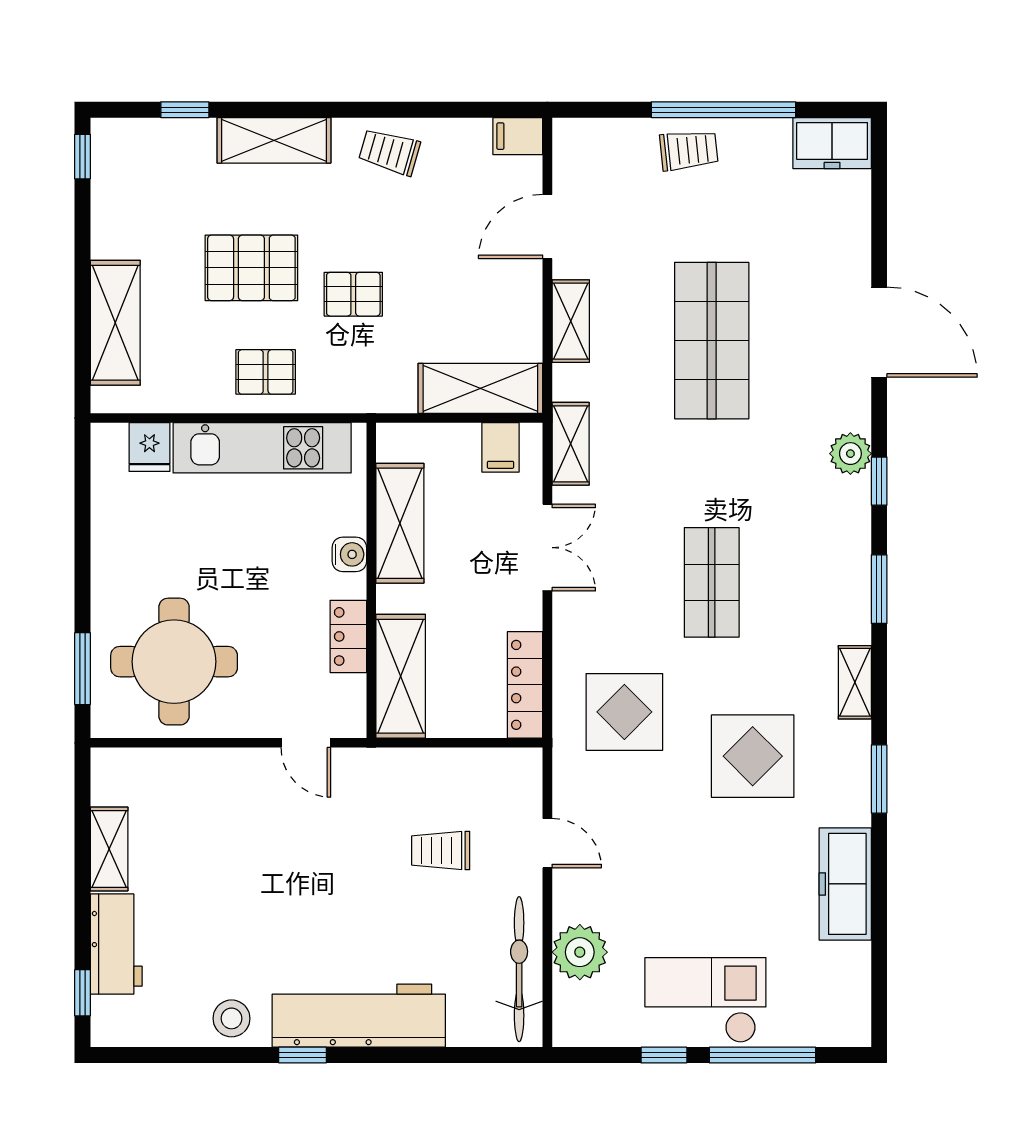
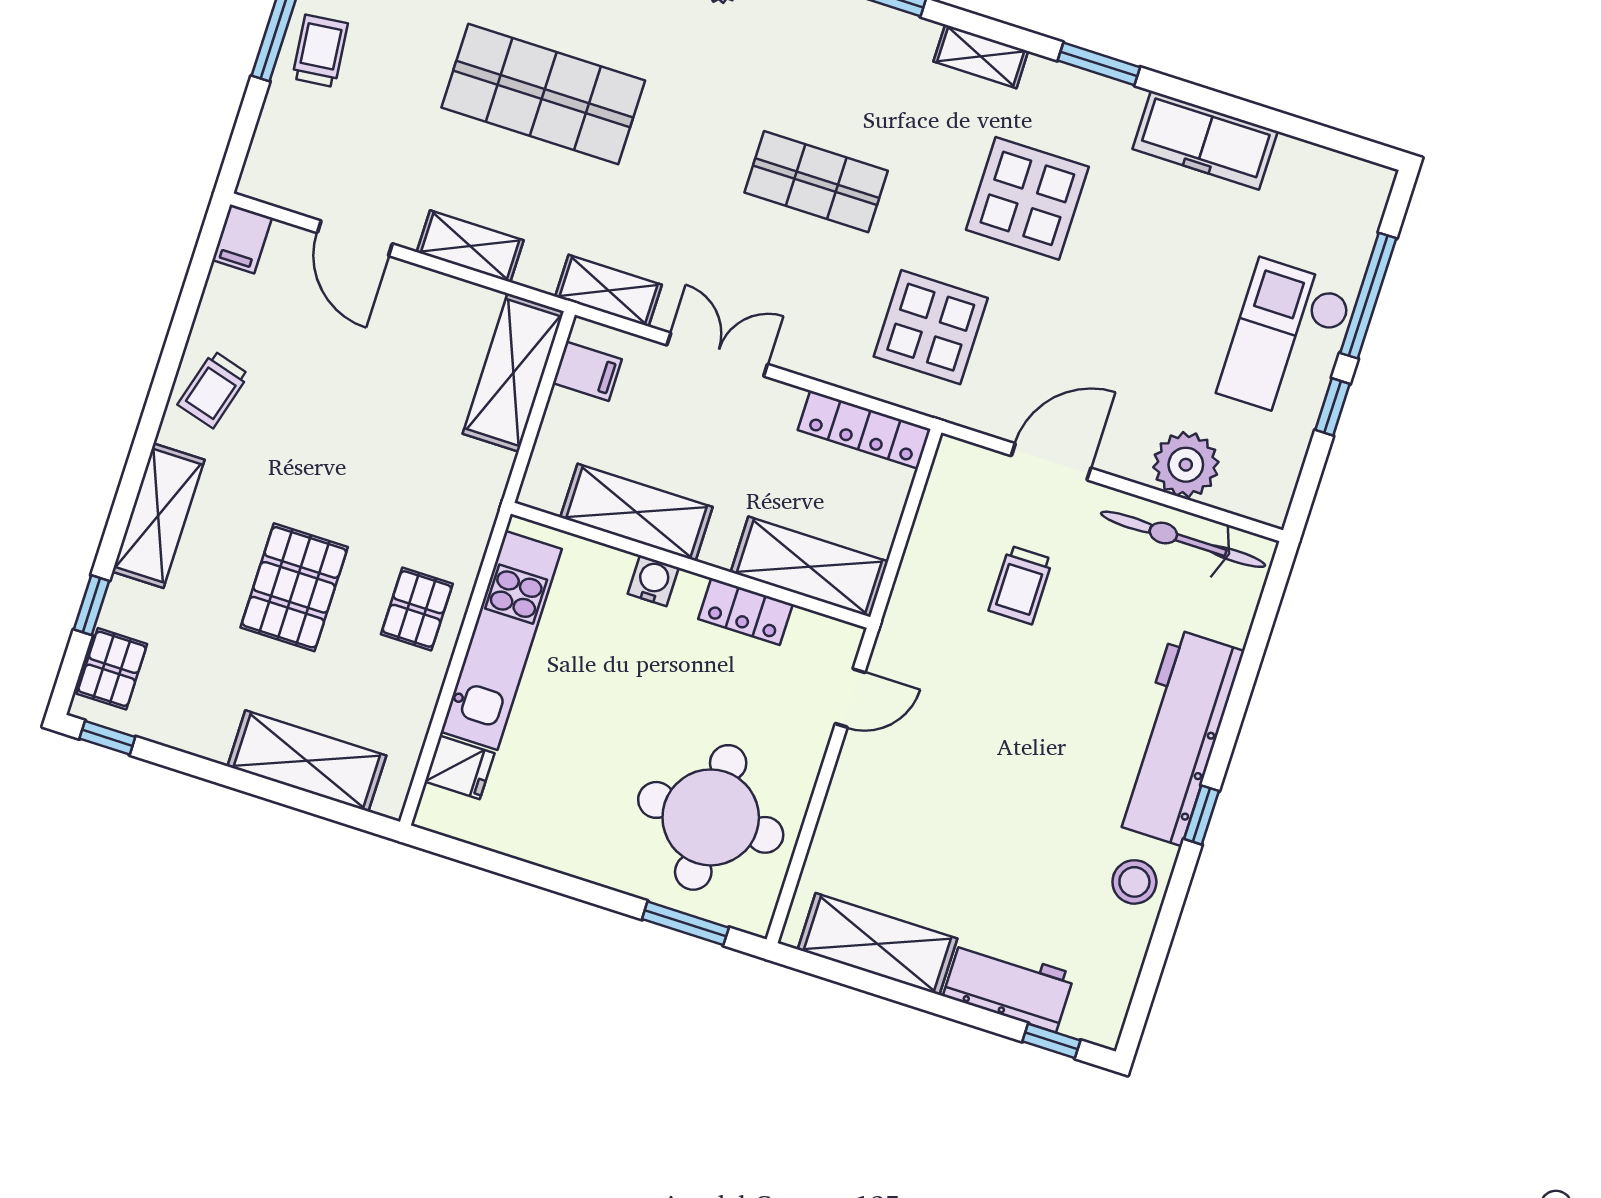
pallet: (353, 294) -> (112, 669), moved
door: (547, 843) -> (1051, 462), width x1.38
shelving: (109, 849) -> (877, 944), width x1.50, depth x1.33

